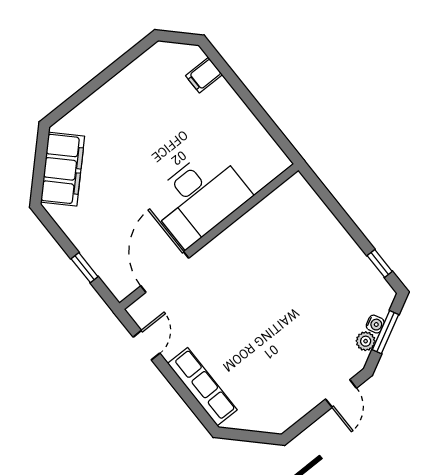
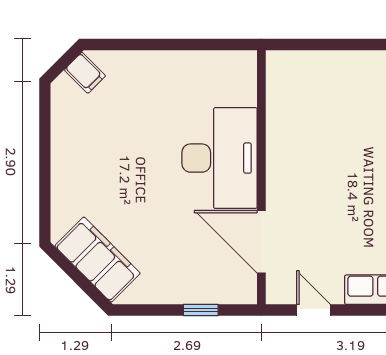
filing cabinet: (204, 75) -> (85, 73), moved, turned -45

